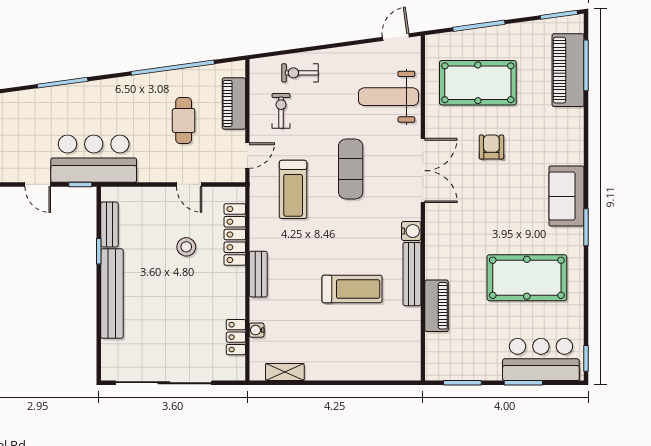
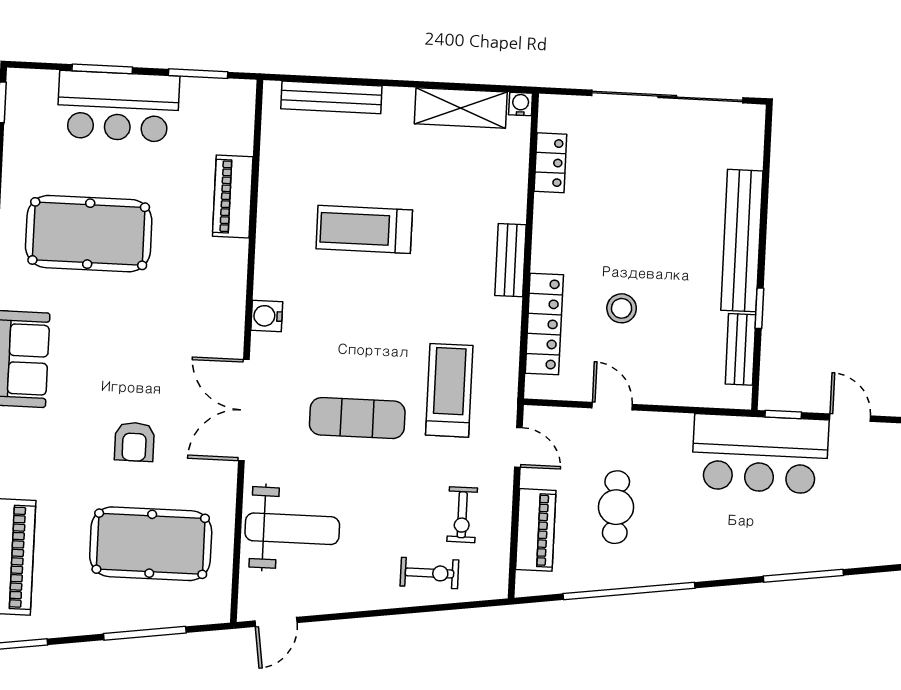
door: (247, 155) -> (518, 447), swing flipped
exercise mat: (351, 169) -> (357, 418), turned 90
bench: (412, 274) -> (331, 97), moved, turned 90
water cooler: (257, 330) -> (521, 104), moved, turned -90
bar counter: (541, 359) -> (118, 106), moved
shelving: (285, 372) -> (461, 108), width x1.50, depth x1.33

